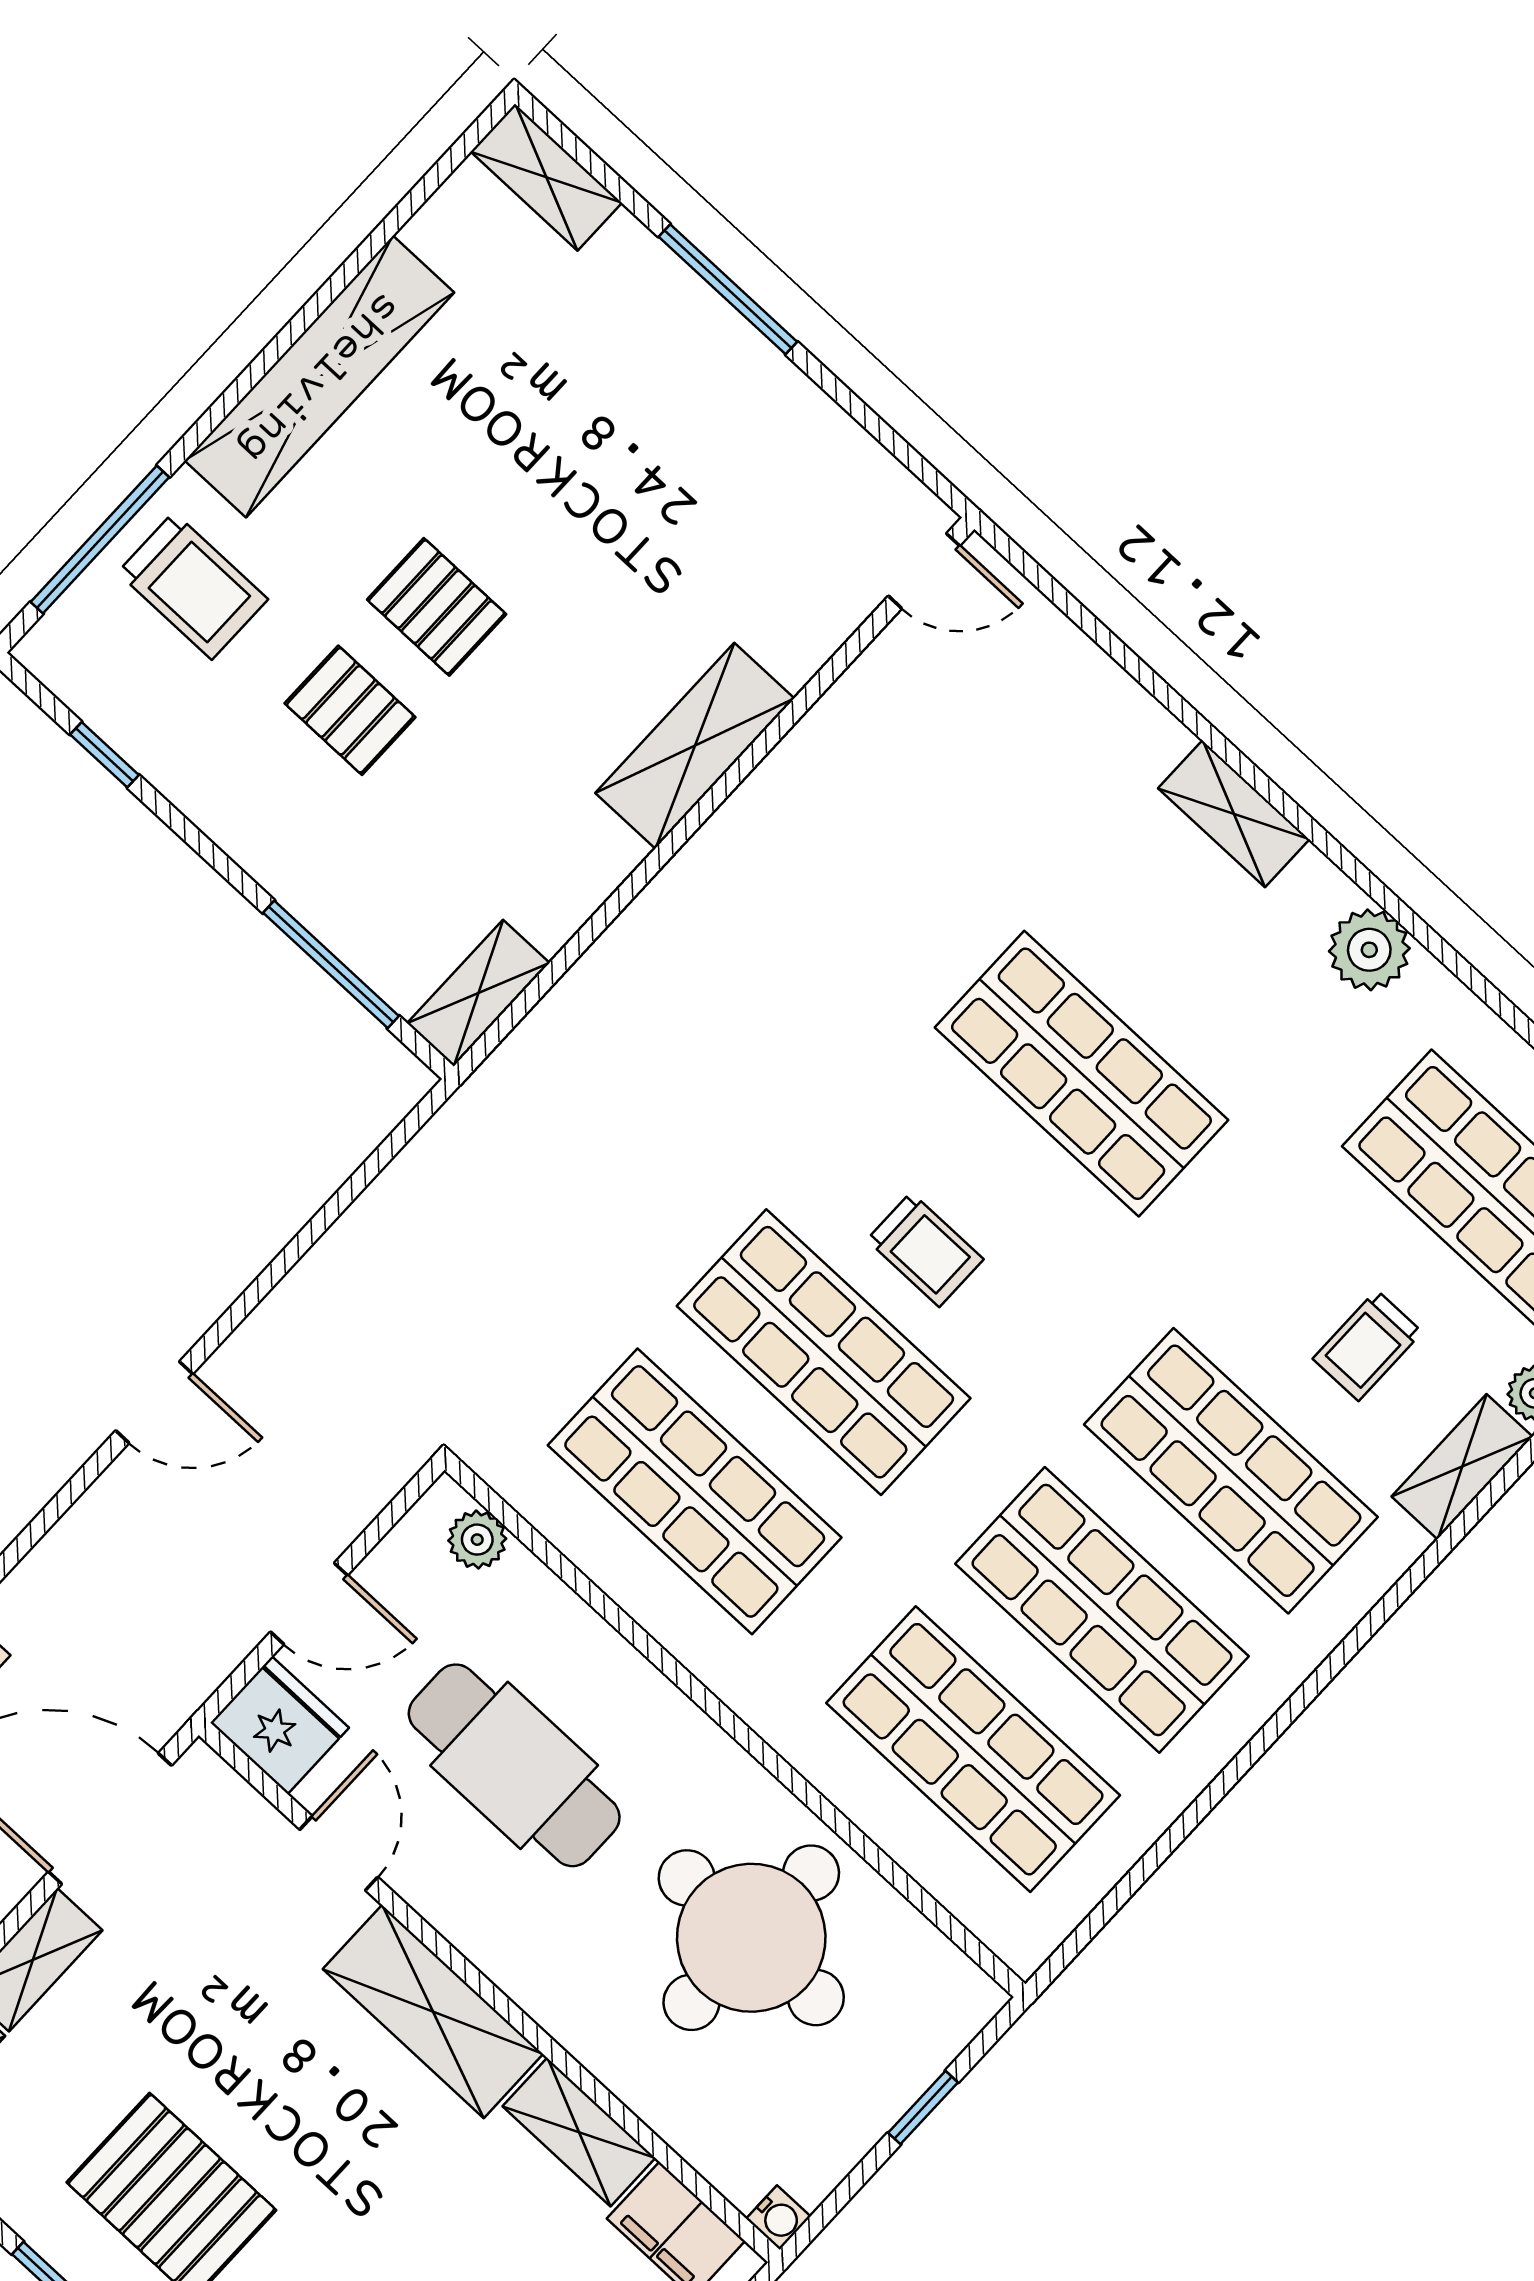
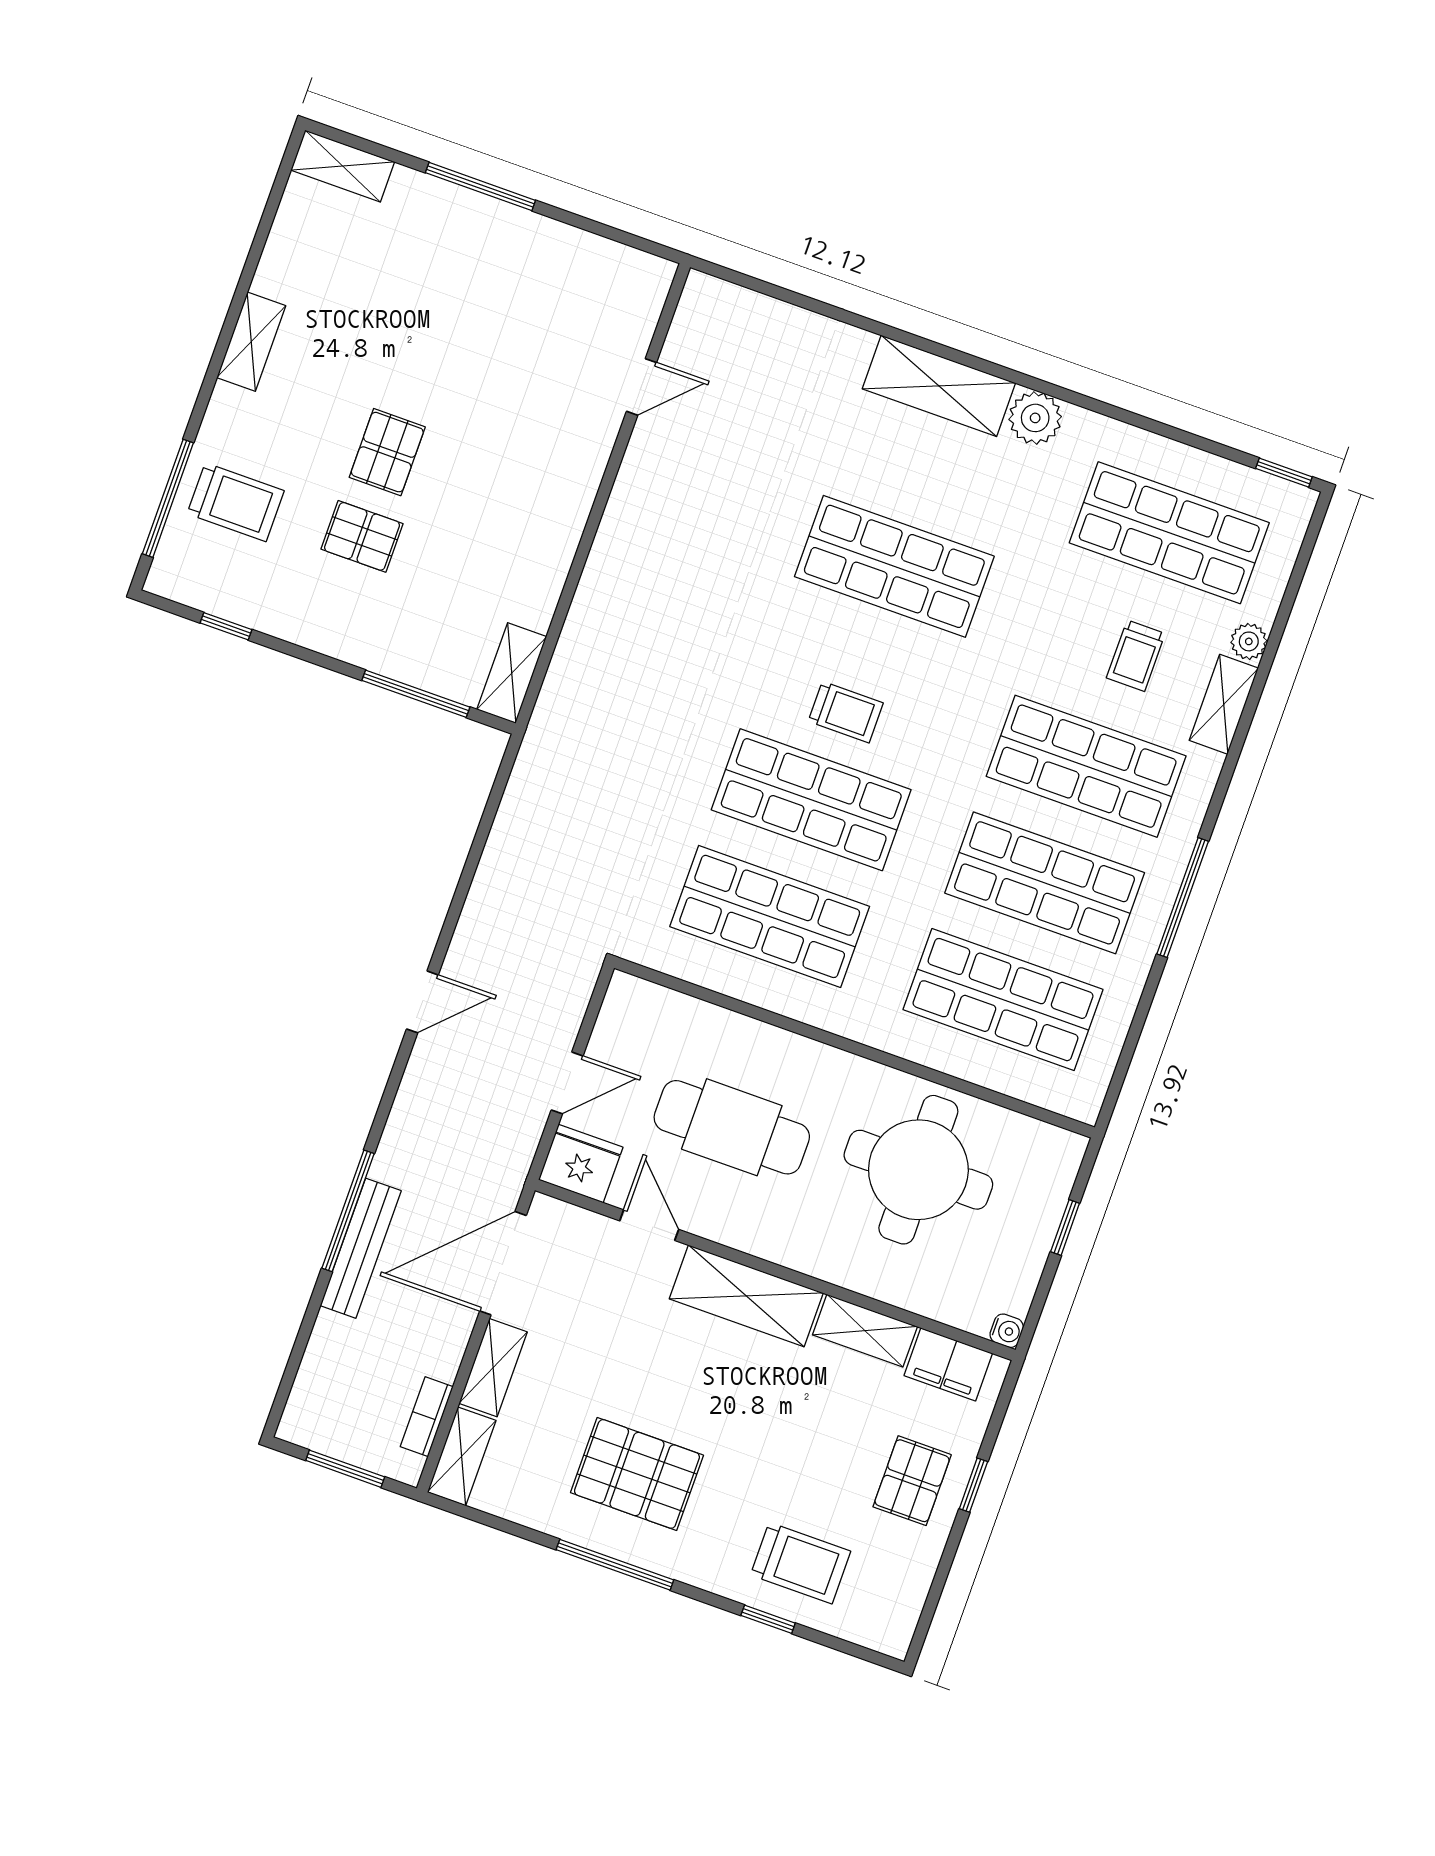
shelving: (319, 377) -> (251, 342), width x0.45, depth x0.75
door: (924, 571) -> (641, 387), moved
pallet: (437, 607) -> (387, 452), turned 90
shelving: (695, 746) -> (578, 469), removed
shelving: (1234, 814) -> (939, 386), width x1.50, depth x1.33
plant: (477, 1540) -> (652, 1001), removed
window: (1287, 1714) -> (1183, 898), added

